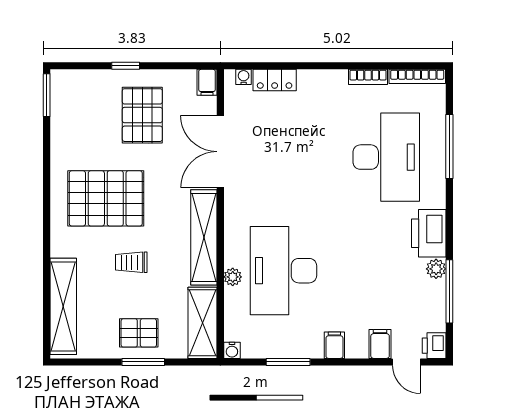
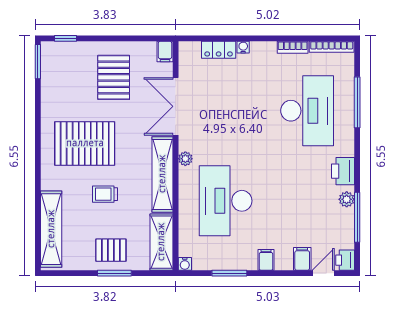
window: (126, 66) -> (66, 38), moved
water cooler: (244, 77) -> (243, 47), moved
printer: (429, 233) -> (343, 171), width x0.73, depth x0.84
plant: (233, 277) -> (185, 159), moved
door: (406, 362) -> (323, 273), swing flipped

